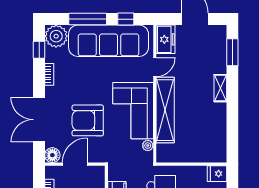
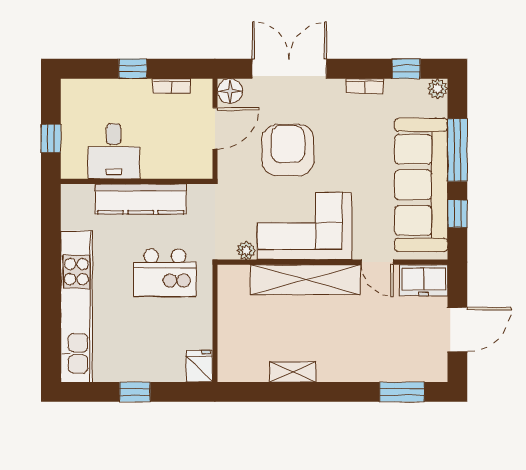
plant: (56, 36) -> (438, 89), width x0.53, depth x0.53
shelving: (220, 88) -> (293, 372), moved
door: (75, 164) -> (215, 128), hinge flipped

